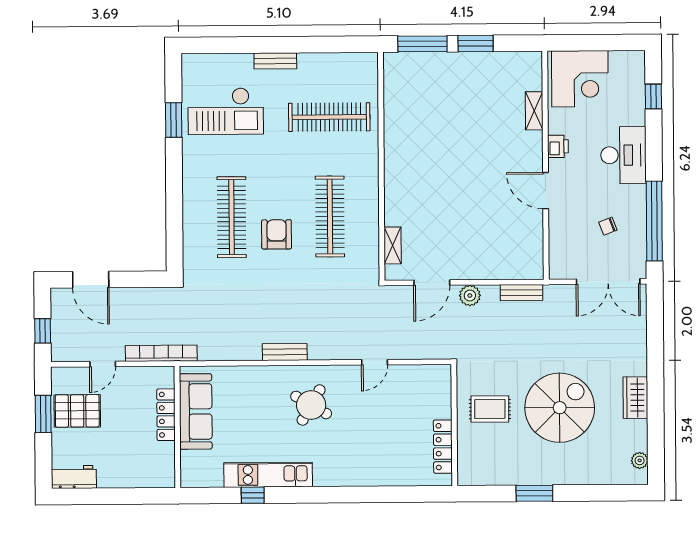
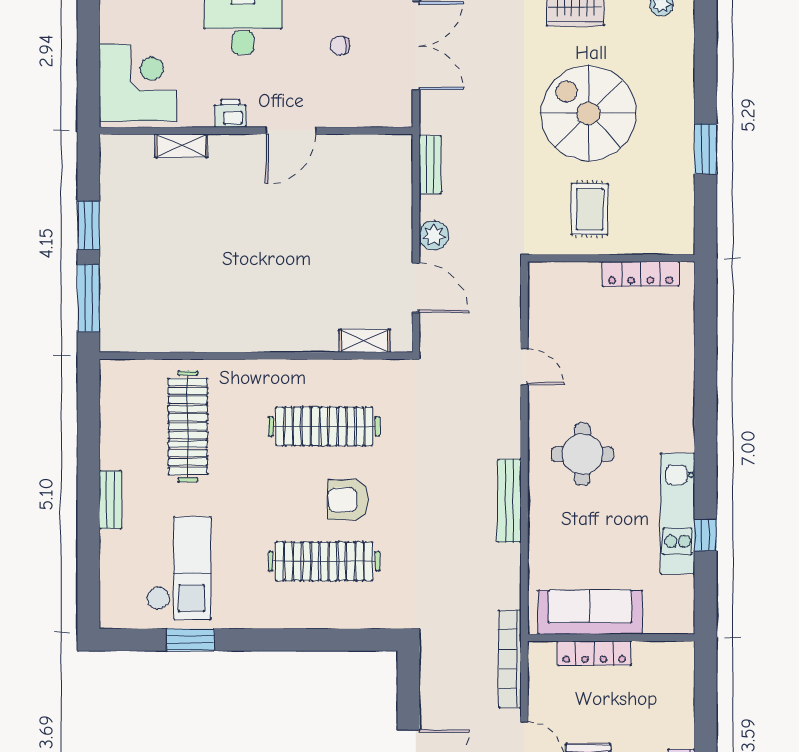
chair: (608, 226) -> (340, 46), turned 111
bench: (285, 352) -> (509, 501), width x1.36
round table: (311, 405) -> (582, 454), turned -30

